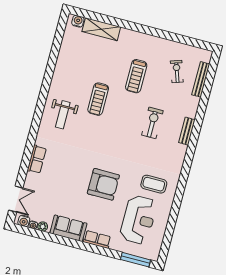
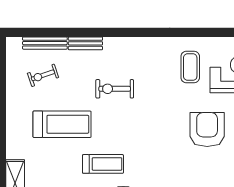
treadmill: (136, 76) -> (62, 124), width x1.37, depth x1.38
bench: (187, 131) -> (85, 43), moved

